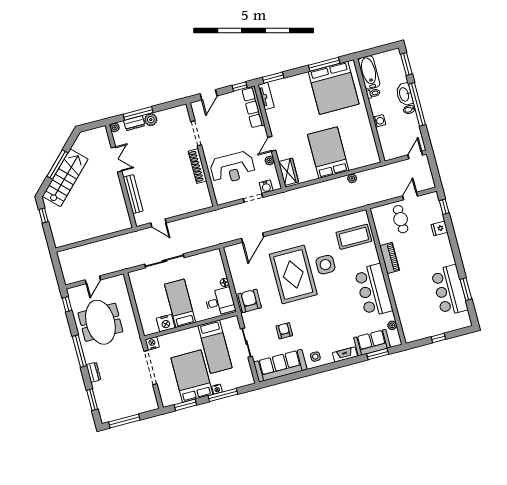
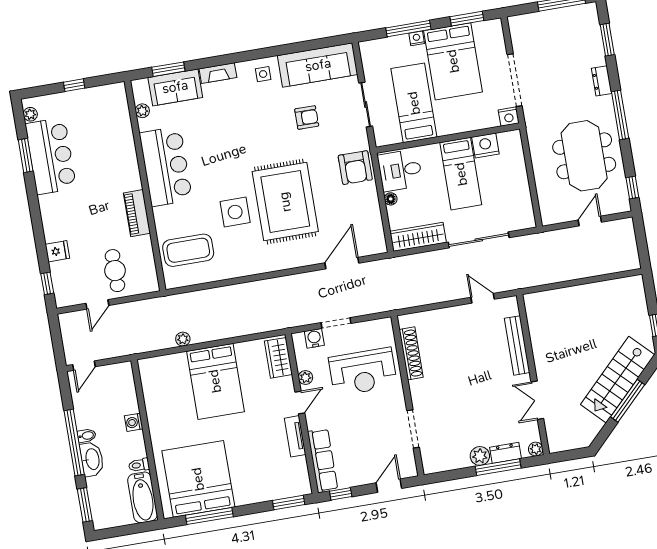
tv unit: (266, 96) -> (295, 436), moved
shoe rack: (197, 166) -> (411, 353), moved
reception desk: (232, 168) -> (363, 372), turned 180
wardrobe: (204, 259) -> (418, 237), added
plant: (465, 316) -> (30, 114), added
armchair: (284, 331) -> (307, 117), turned -90

